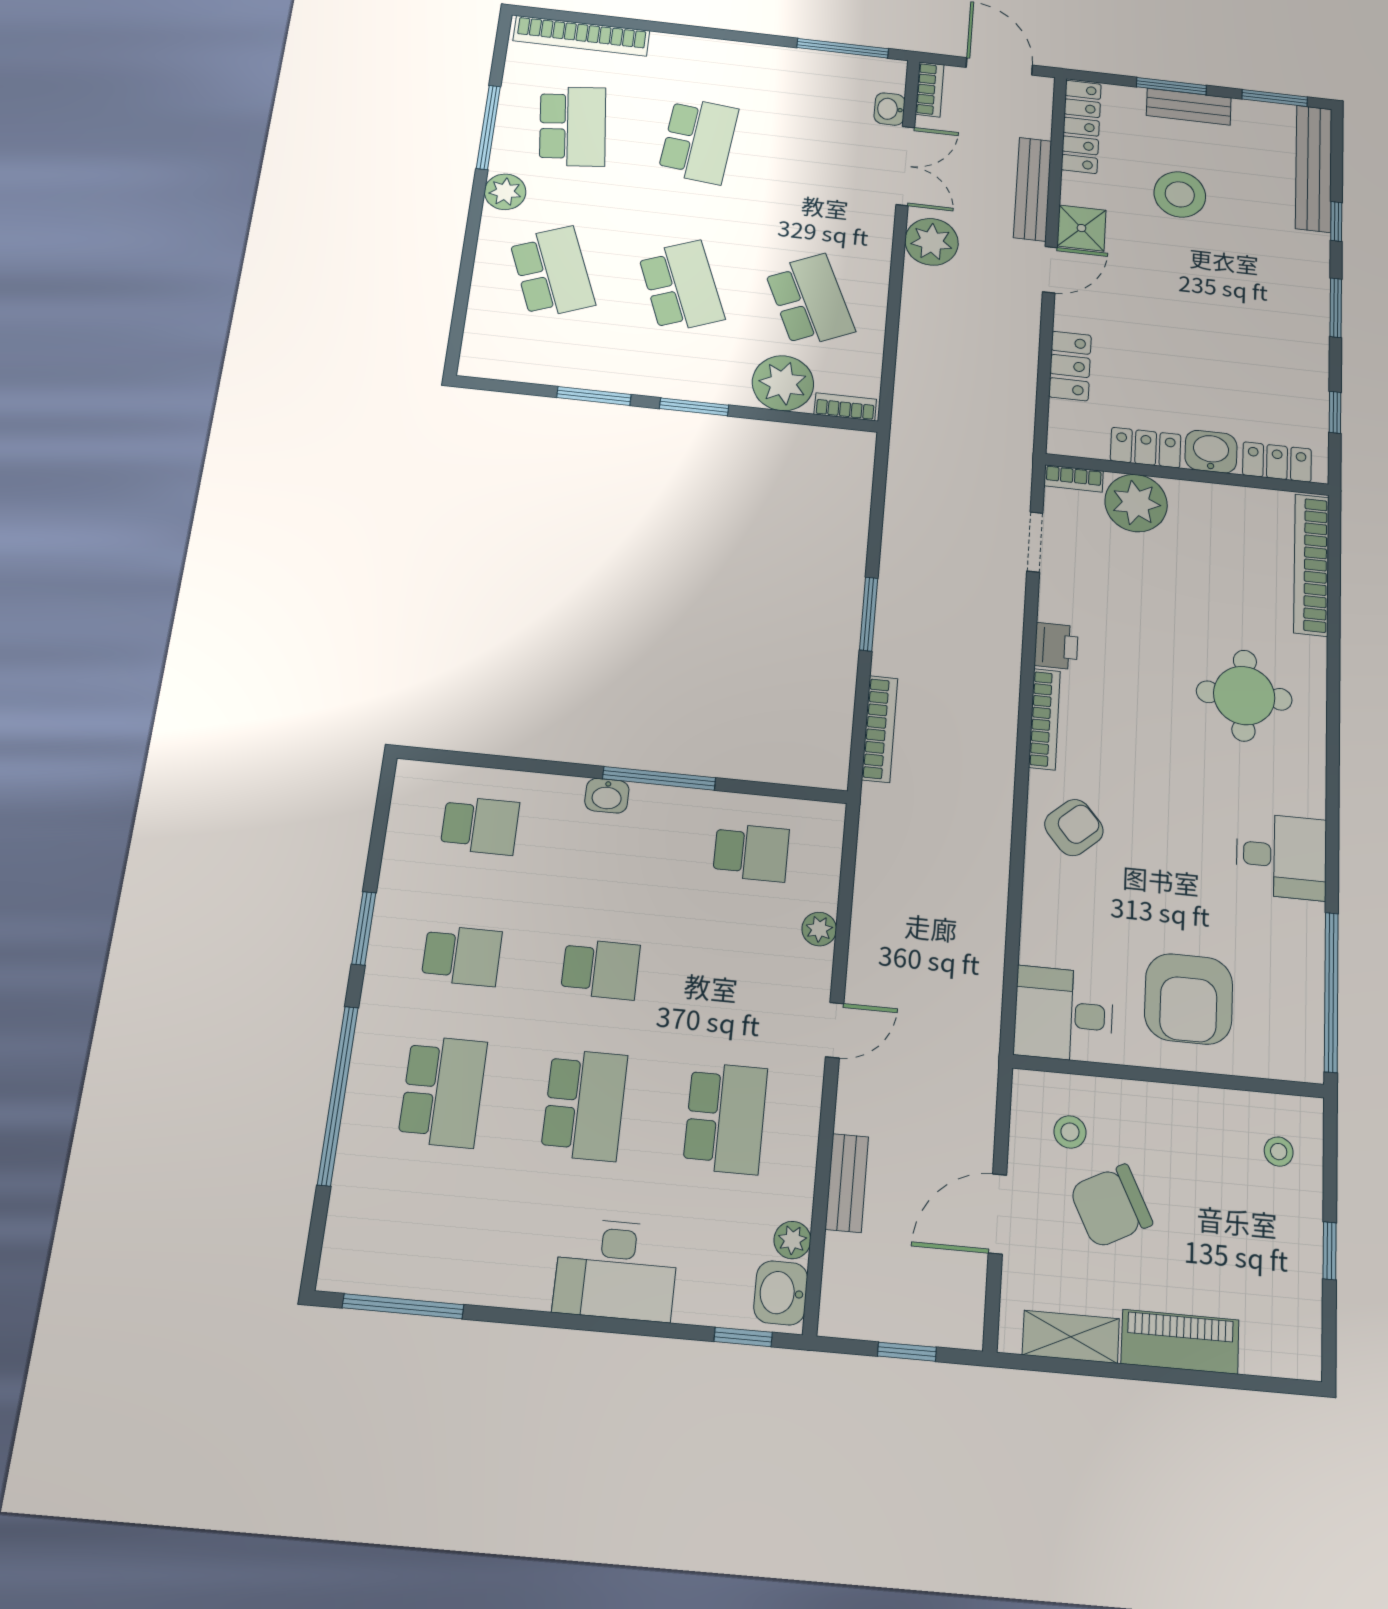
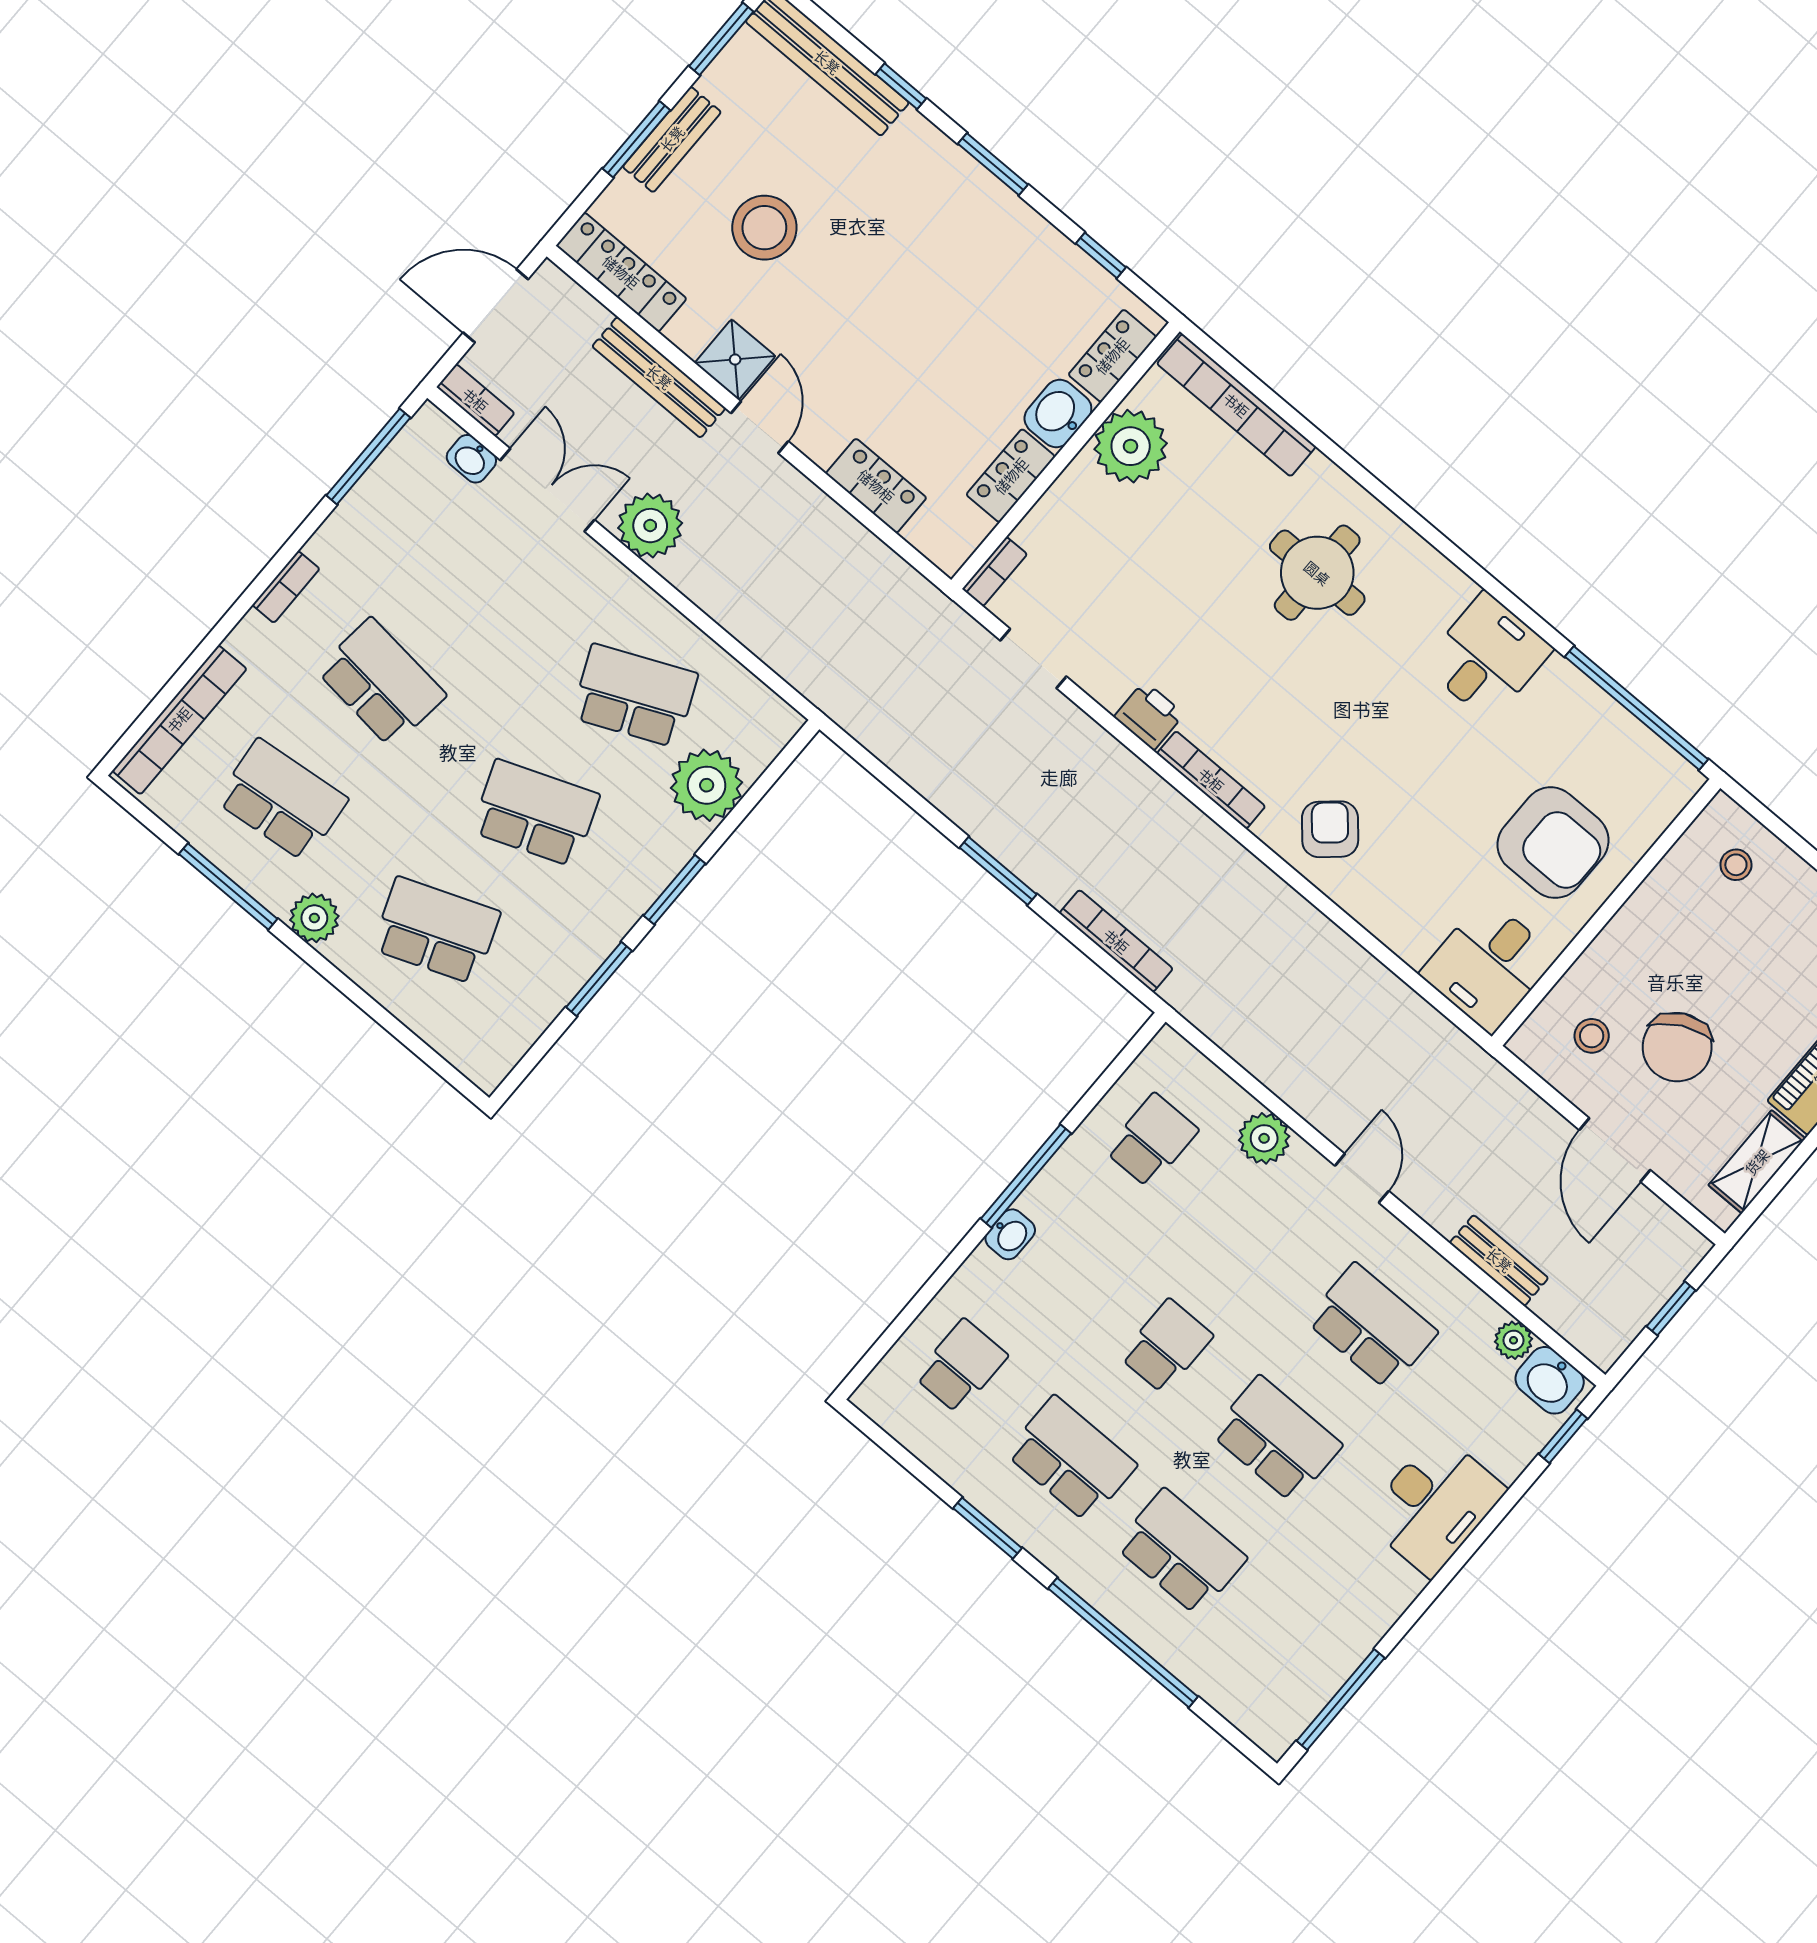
bookcase: (845, 407) -> (286, 587), moved, turned 180
plant: (1136, 503) -> (1131, 446), moved
plant: (819, 929) -> (1264, 1138), width x1.38, depth x1.38
school desk: (462, 956) -> (1071, 1459), width x1.85

